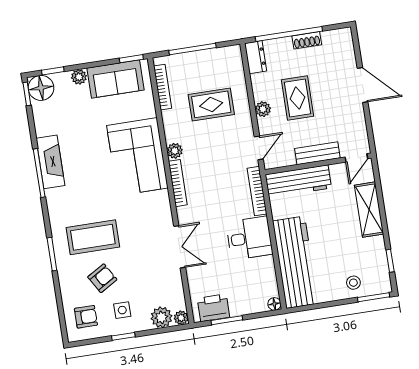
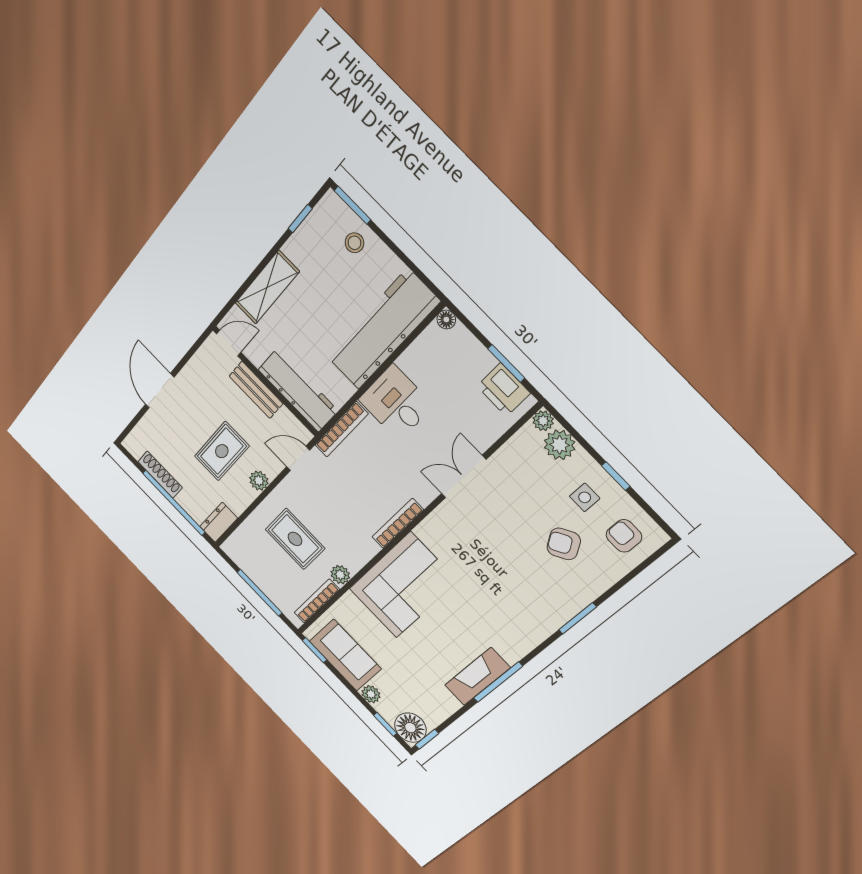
shoe rack: (307, 40) -> (160, 475), width x1.43
plant: (175, 151) -> (340, 575), moved
coffee table: (93, 237) -> (525, 583), removed

